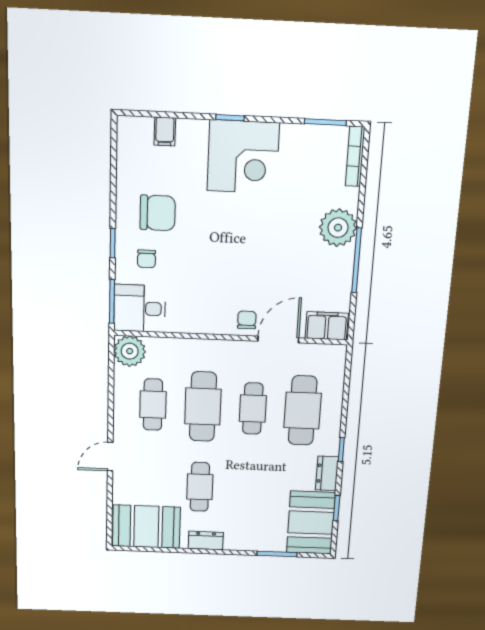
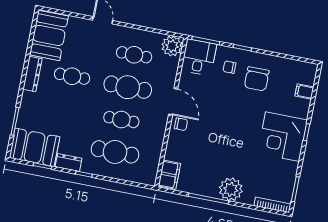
door: (278, 339) -> (173, 102), moved
dresser: (206, 541) -> (32, 74), width x1.44

